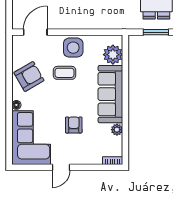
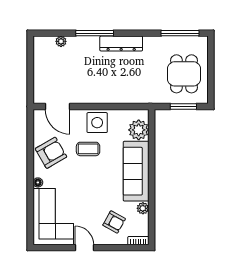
door: (35, 32) -> (58, 106), swing flipped
armchair: (74, 125) -> (114, 222), moved, turned 119
door: (61, 167) -> (84, 248), swing flipped

